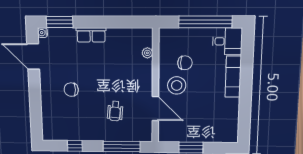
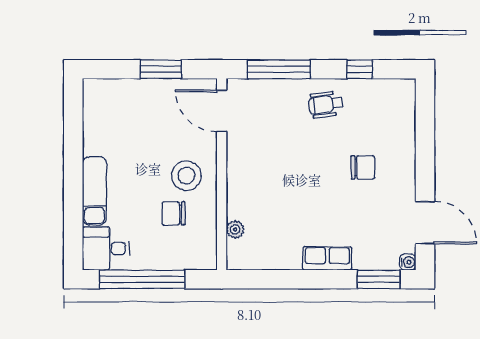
door: (155, 109) -> (222, 111), moved
wheelchair: (115, 111) -> (326, 104), moved, turned -103

